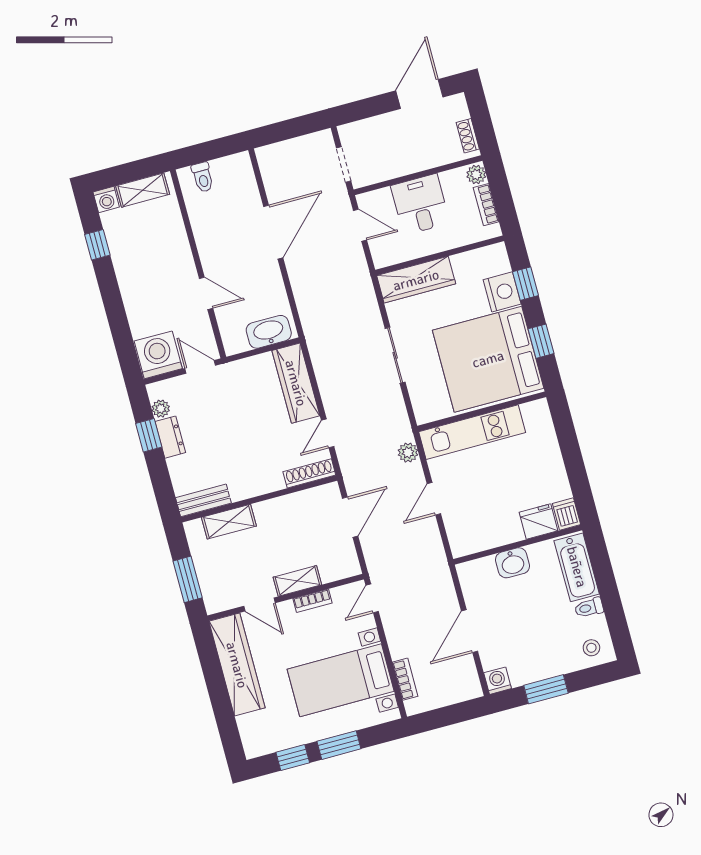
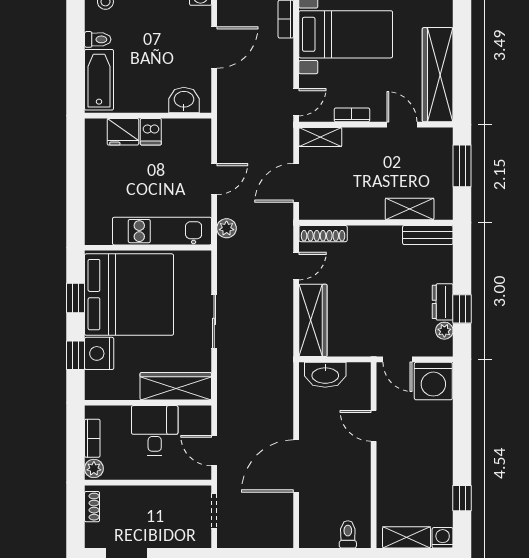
desk: (420, 204) -> (155, 430), moved, turned 180
dishwasher: (567, 514) -> (151, 132), moved
washbasin: (513, 563) -> (184, 100), moved
shelving: (297, 581) -> (320, 137), moved

